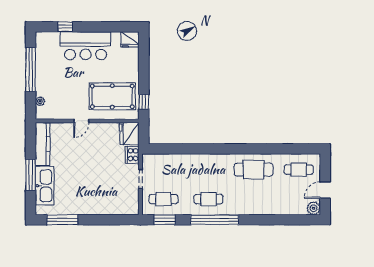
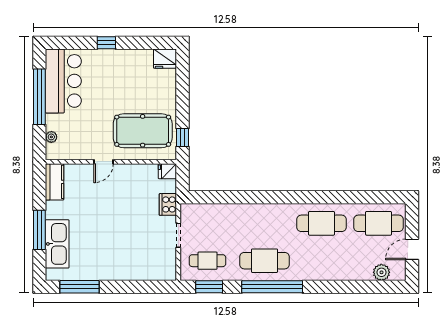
window: (65, 27) -> (106, 43), moved
bar counter: (86, 46) -> (63, 81), moved, turned -90
fridge: (129, 134) -> (167, 171), width x0.53, depth x0.75
kitchen counter: (43, 144) -> (55, 182), width x0.67
cafe table: (299, 170) -> (379, 223), width x1.37, depth x1.35
cafe table: (209, 199) -> (264, 261), width x1.37, depth x1.35
plant: (313, 208) -> (381, 272), moved

